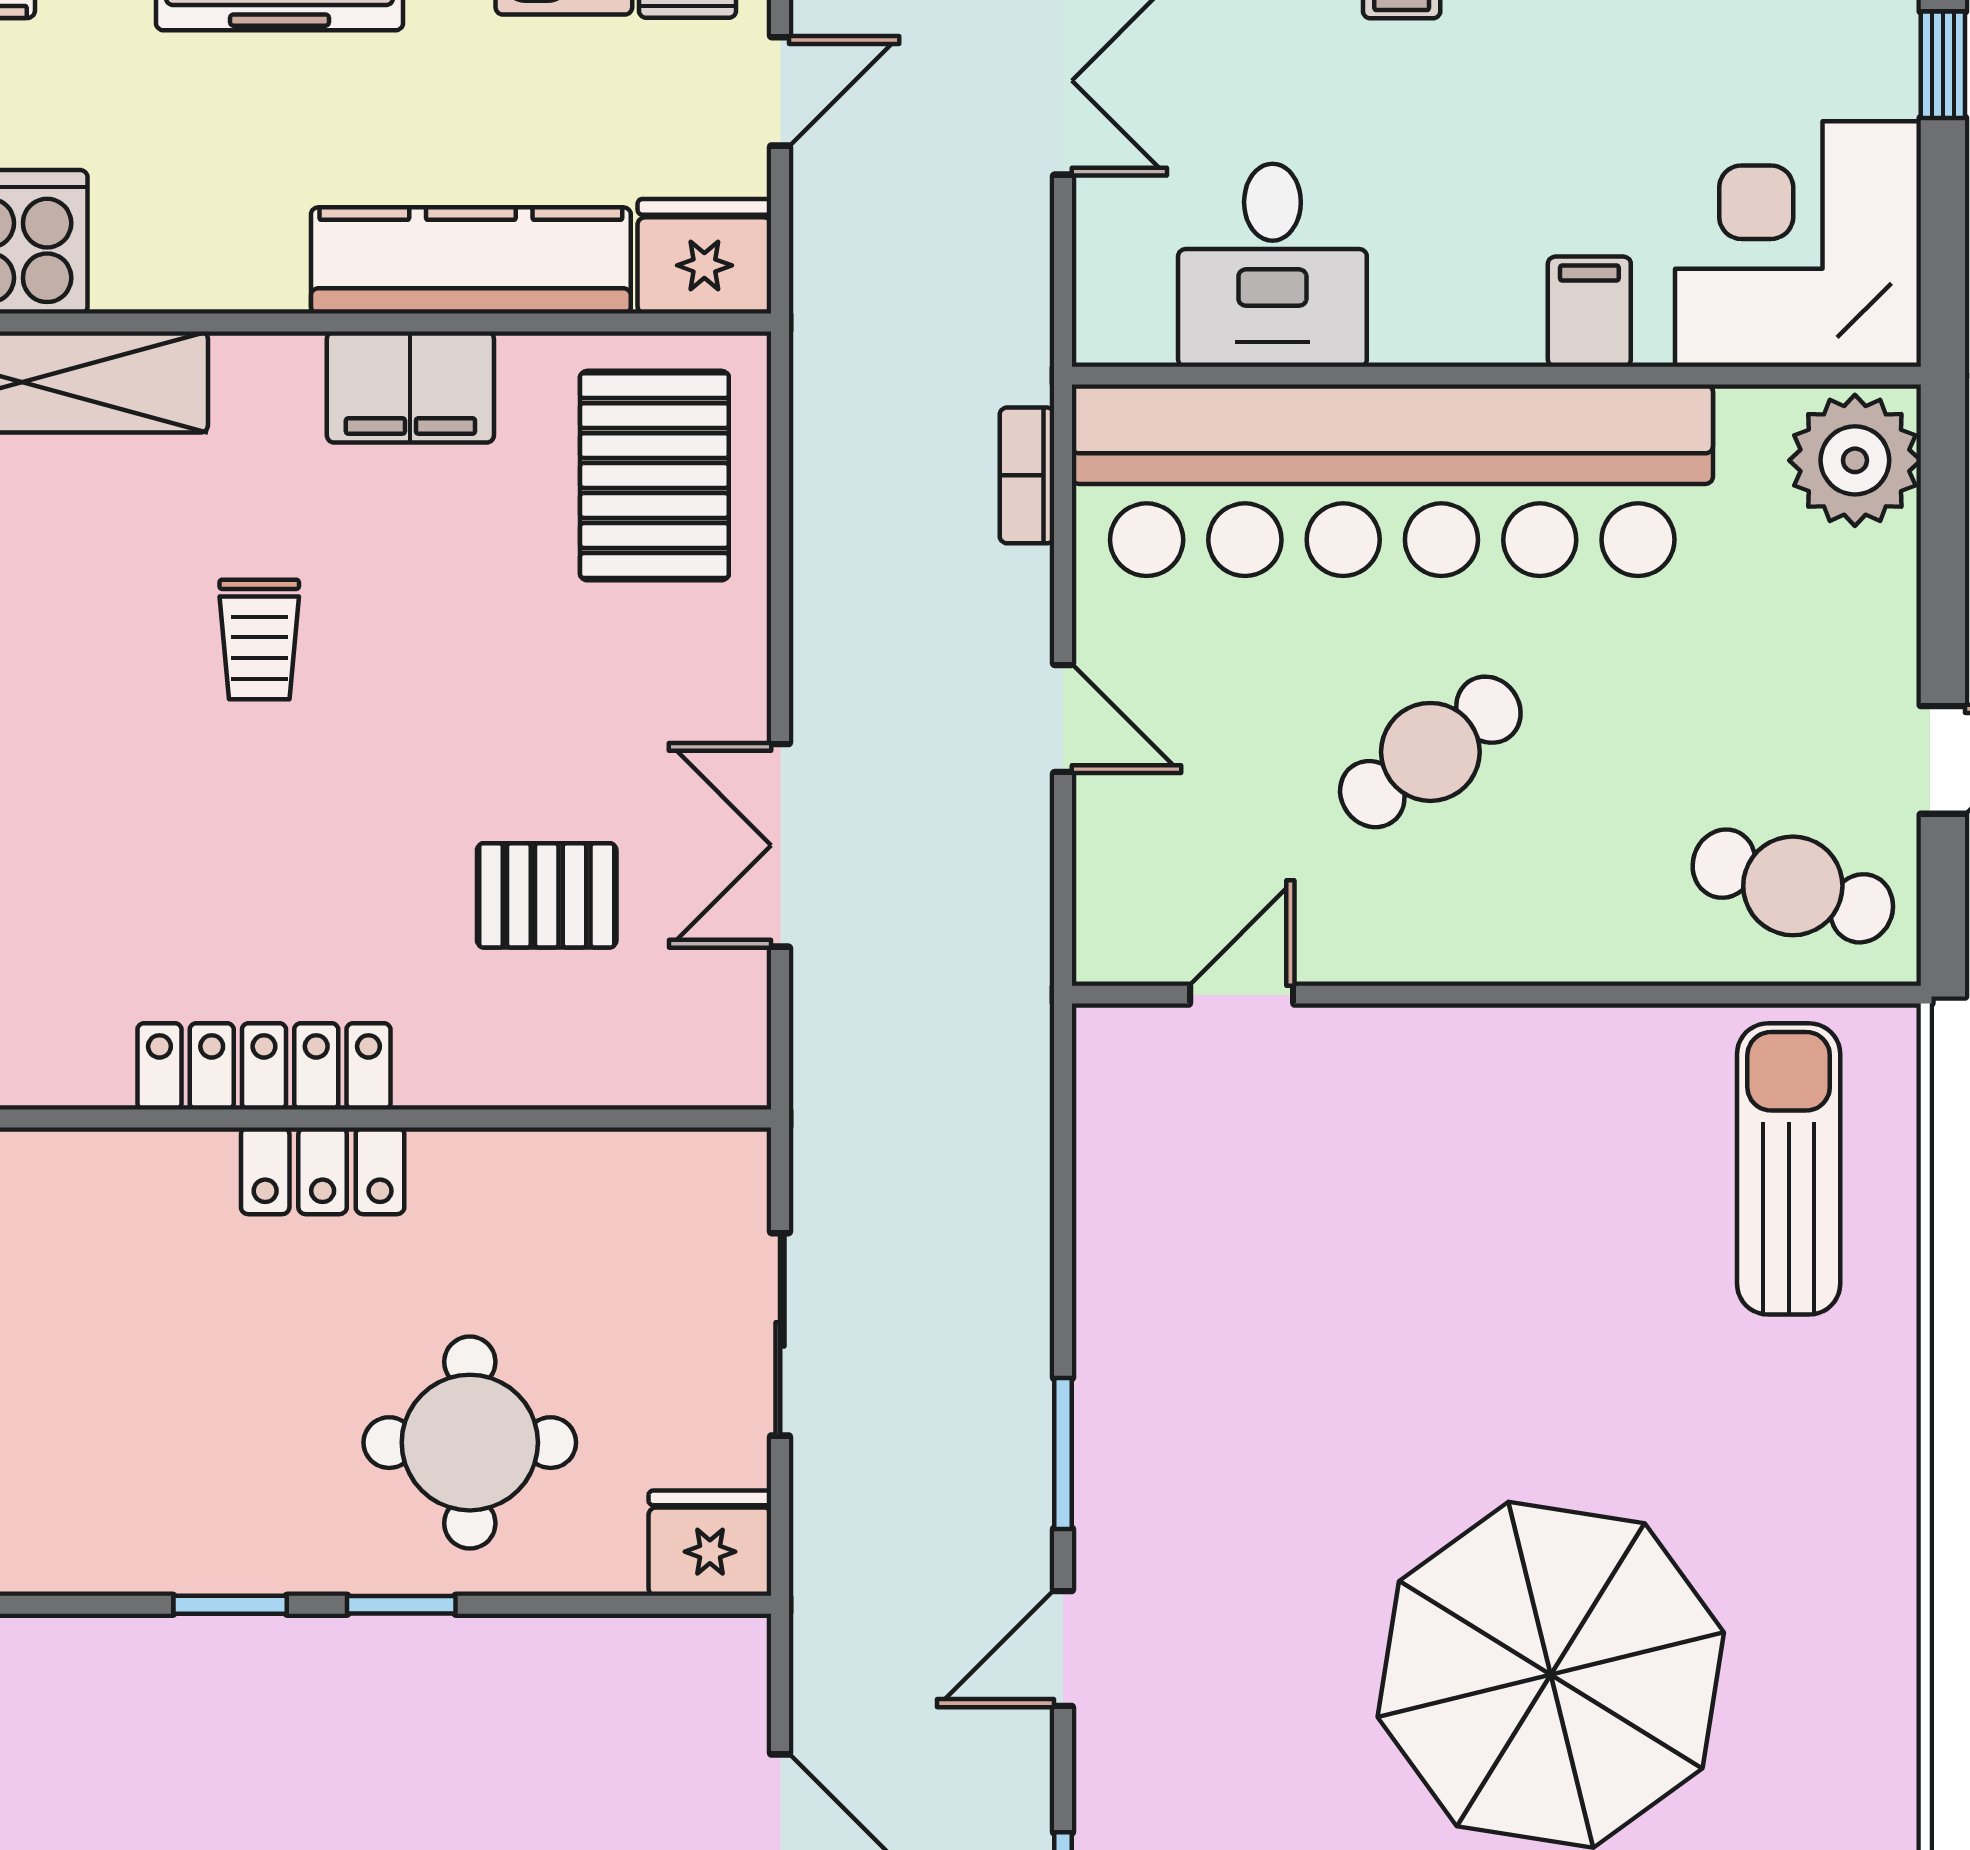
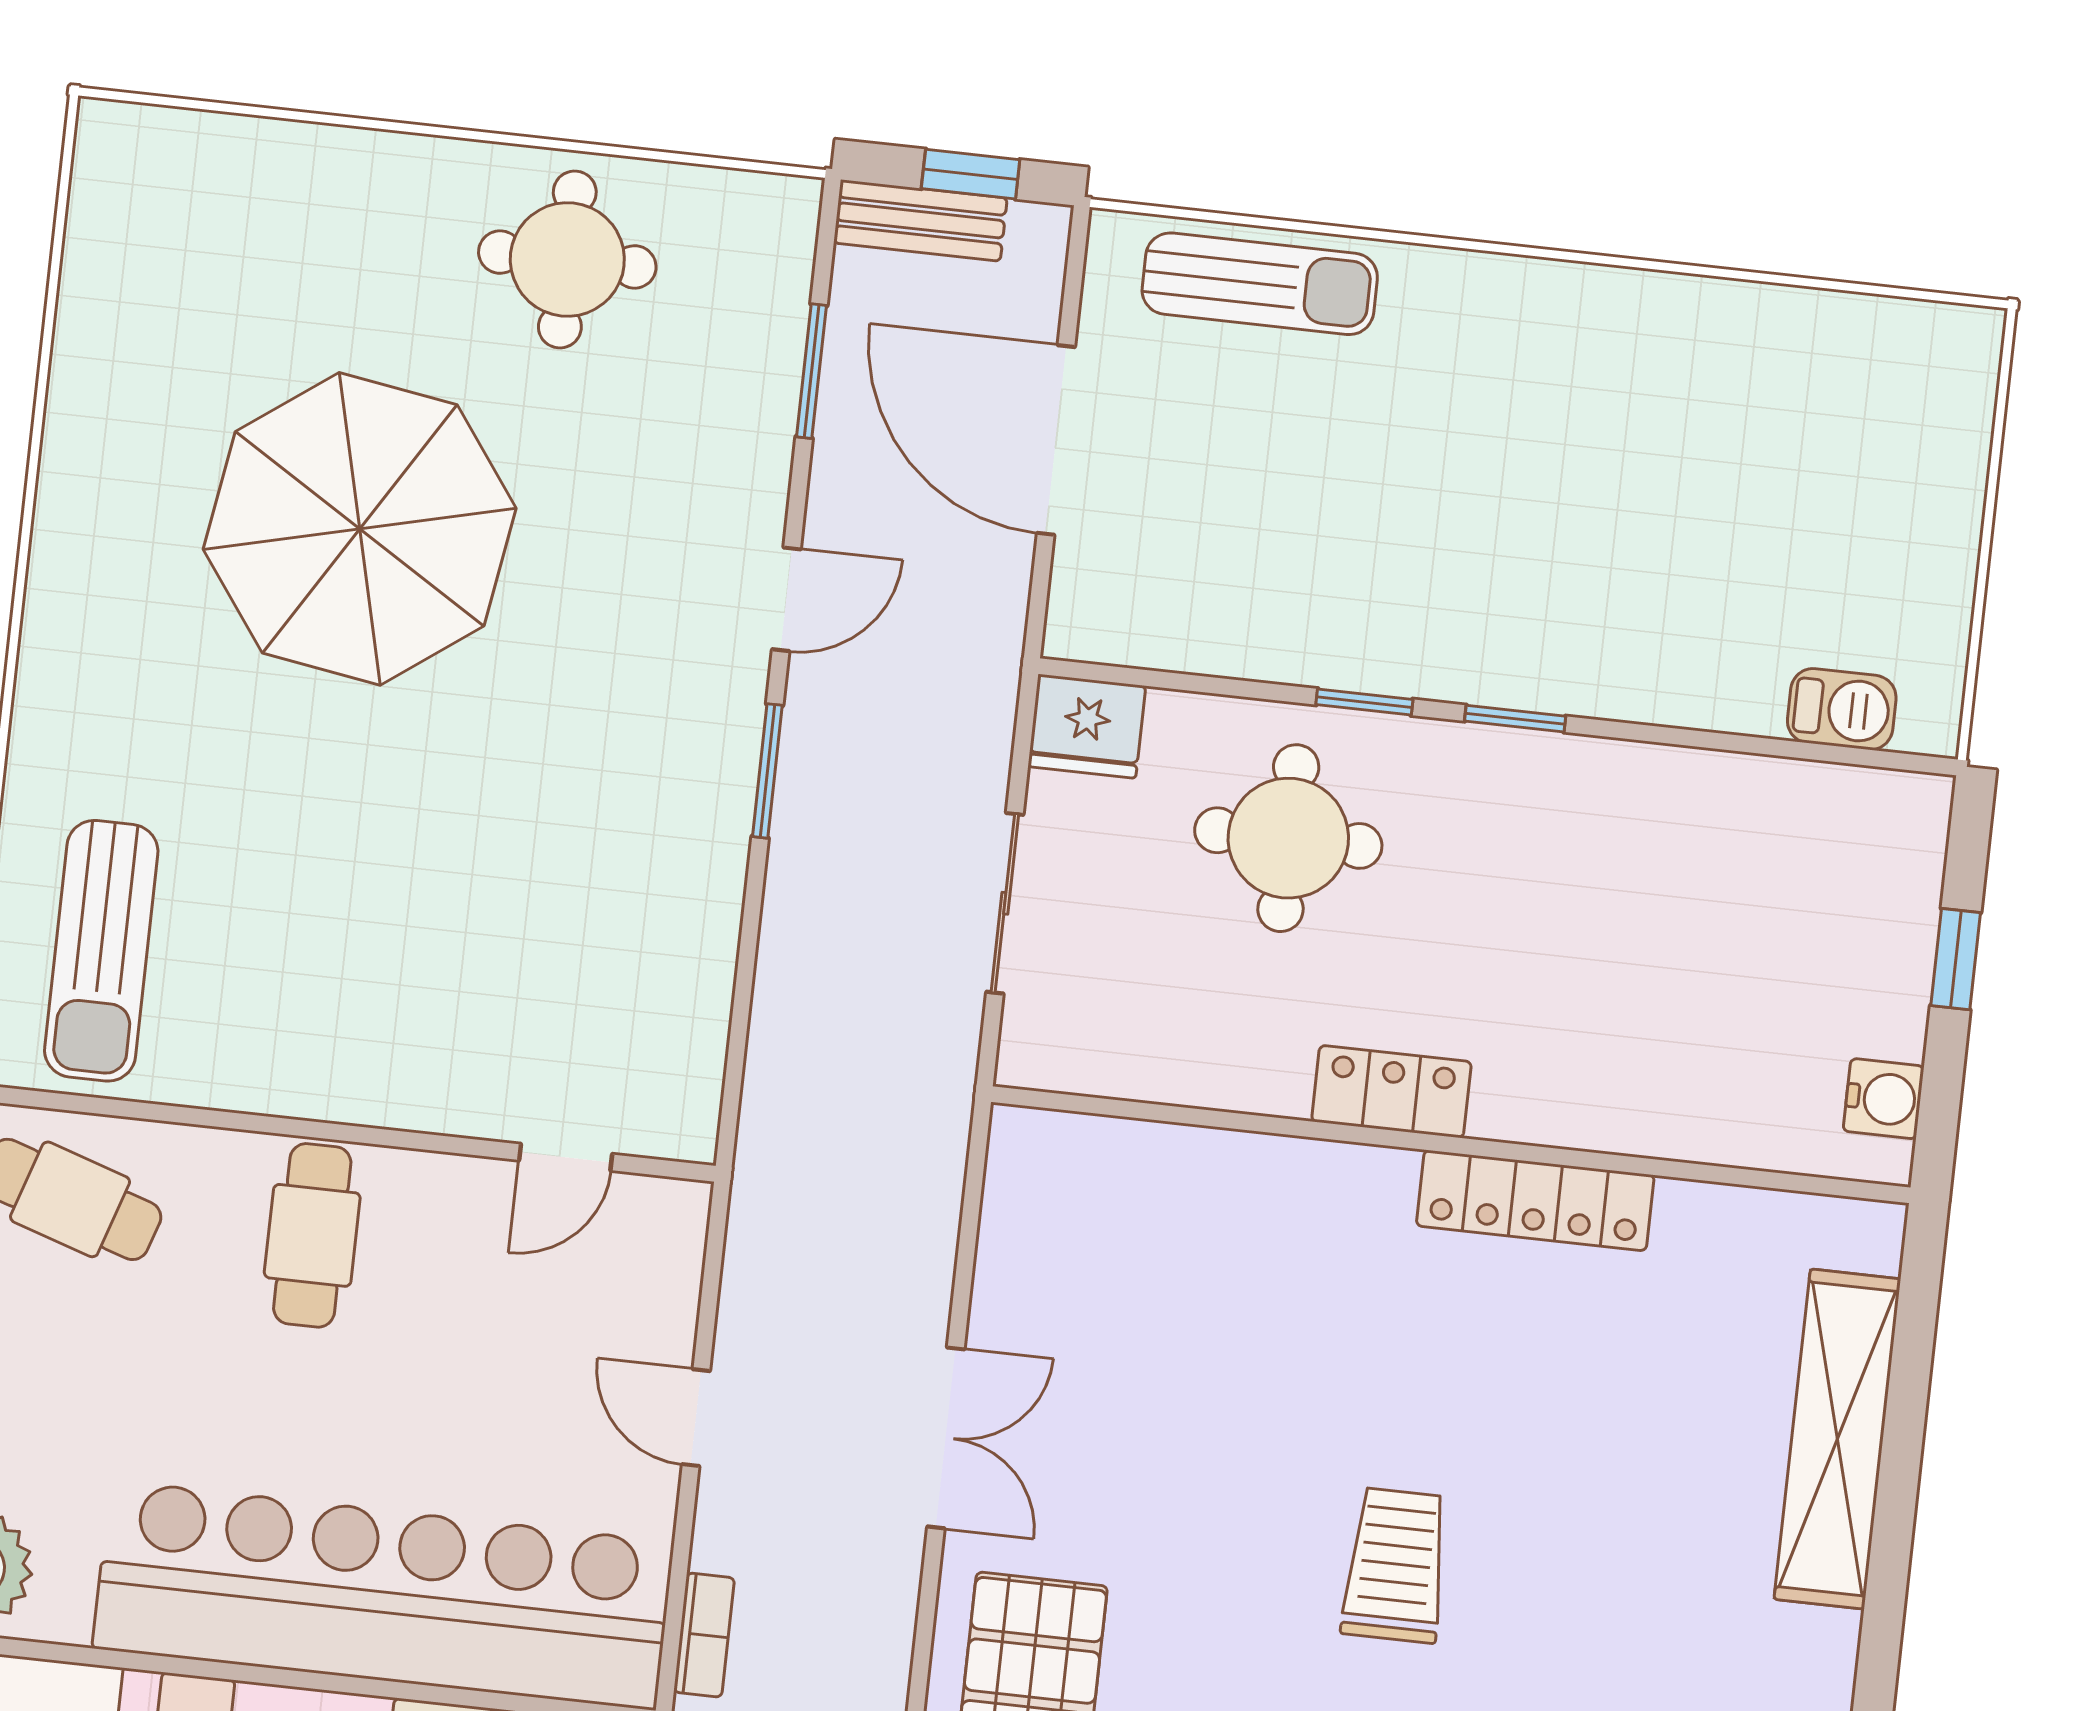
trolley: (259, 639) -> (1396, 1565), width x1.36, depth x1.39
cafe table: (1430, 752) -> (312, 1235), moved, turned -54
double door: (780, 845) -> (946, 1438), moved
pallet: (547, 895) -> (1168, 1312), removed
locker: (264, 1066) -> (1535, 1200), moved

